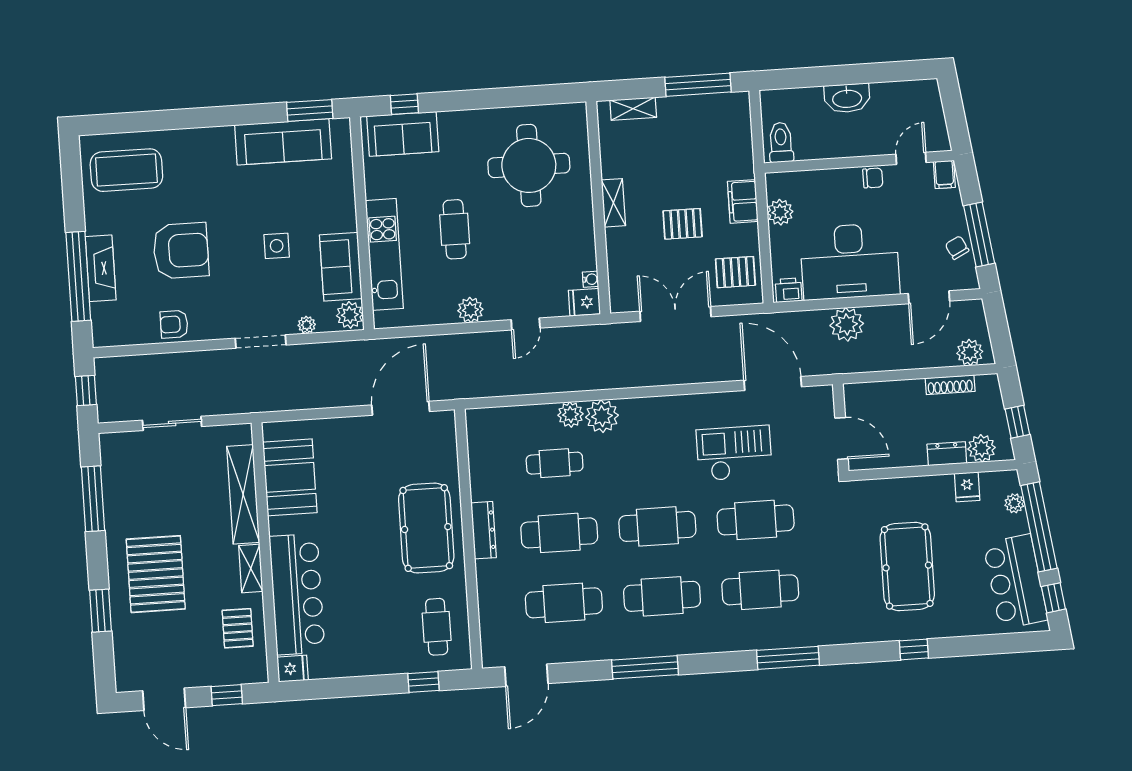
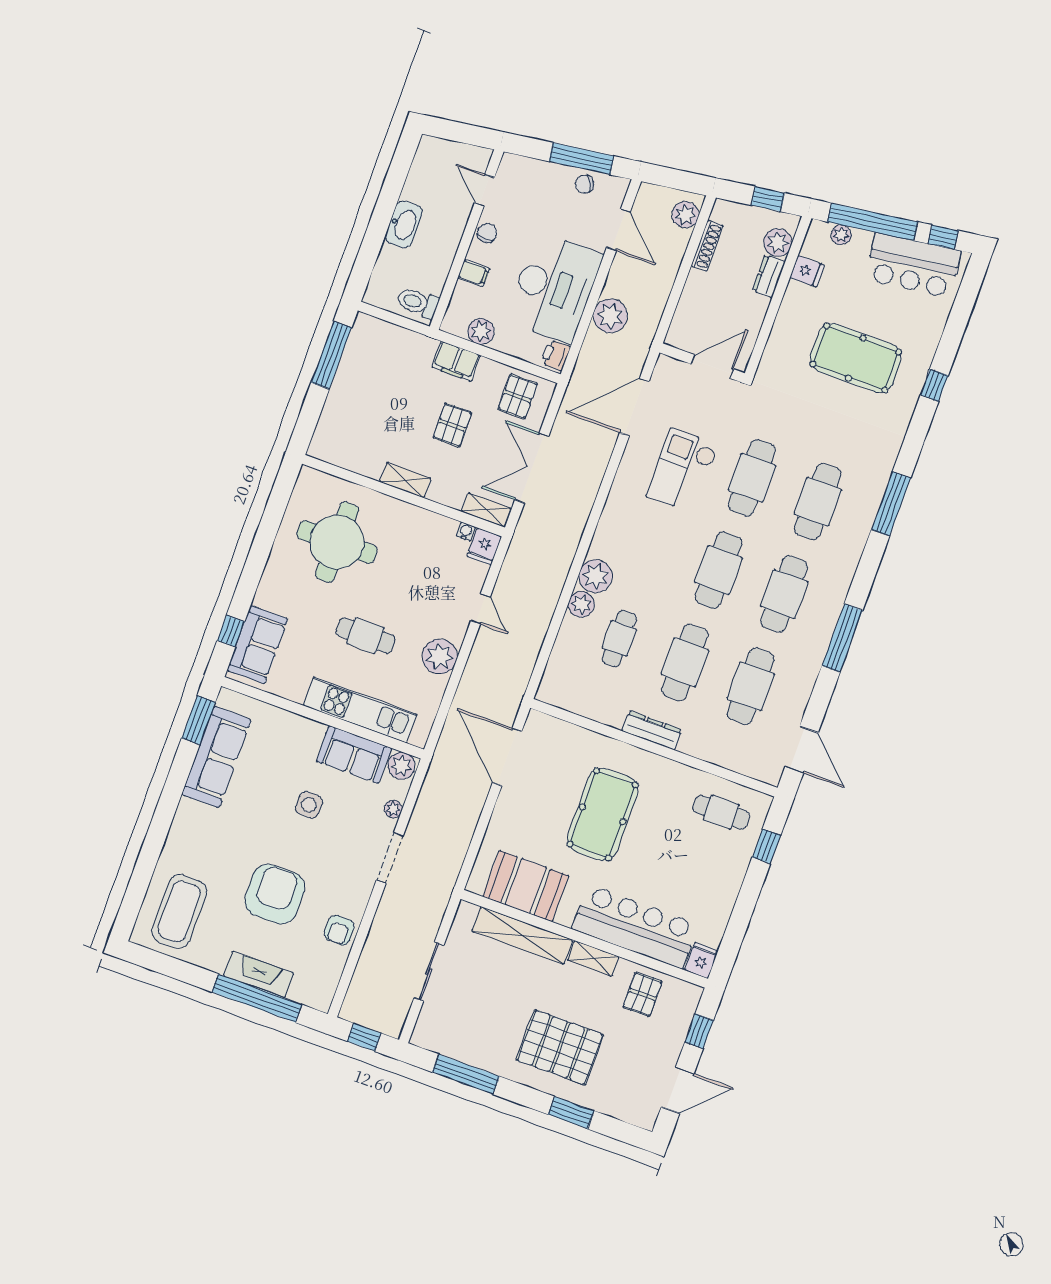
shelving: (633, 109) -> (486, 510), moved, turned 90
filing cabinet: (944, 174) -> (474, 273), moved
plant: (470, 310) -> (440, 656), width x1.36, depth x1.36
pool table: (426, 528) -> (603, 814), moved, turned 90
pallet: (238, 628) -> (642, 994), turned 90

